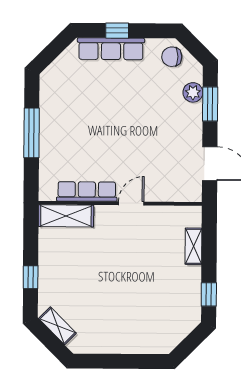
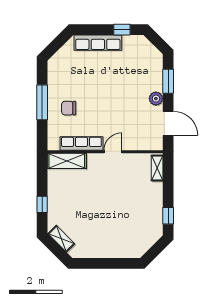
window: (117, 31) -> (122, 30), moved
chair: (172, 57) -> (69, 108), moved
plant: (193, 92) -> (156, 99), moved
shelving: (194, 246) -> (157, 168), moved

